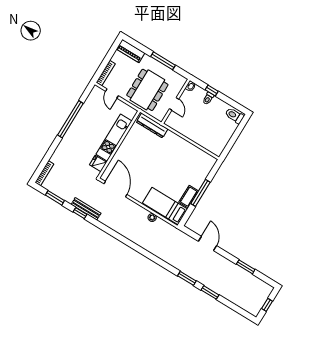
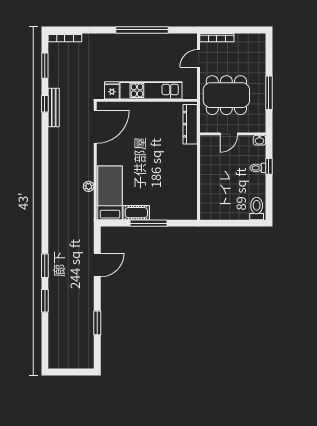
piano: (131, 51) -> (258, 50), removed
window: (267, 305) -> (70, 372), removed

